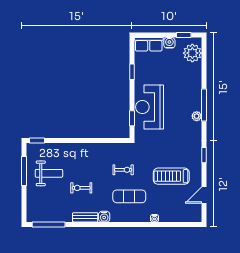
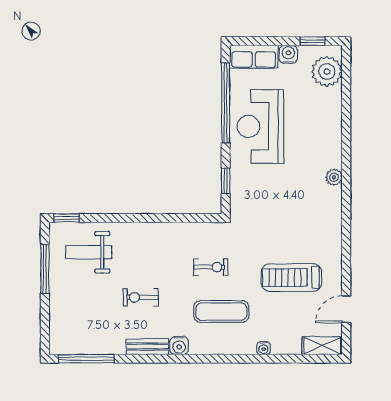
window: (132, 72) -> (226, 103), width x3.17
window: (204, 105) -> (346, 158), removed
reception desk: (150, 107) -> (260, 126), moved
window: (204, 155) -> (346, 243), removed
weight bench: (49, 173) -> (89, 252), moved, turned 180
shelving: (190, 217) -> (322, 346), added

